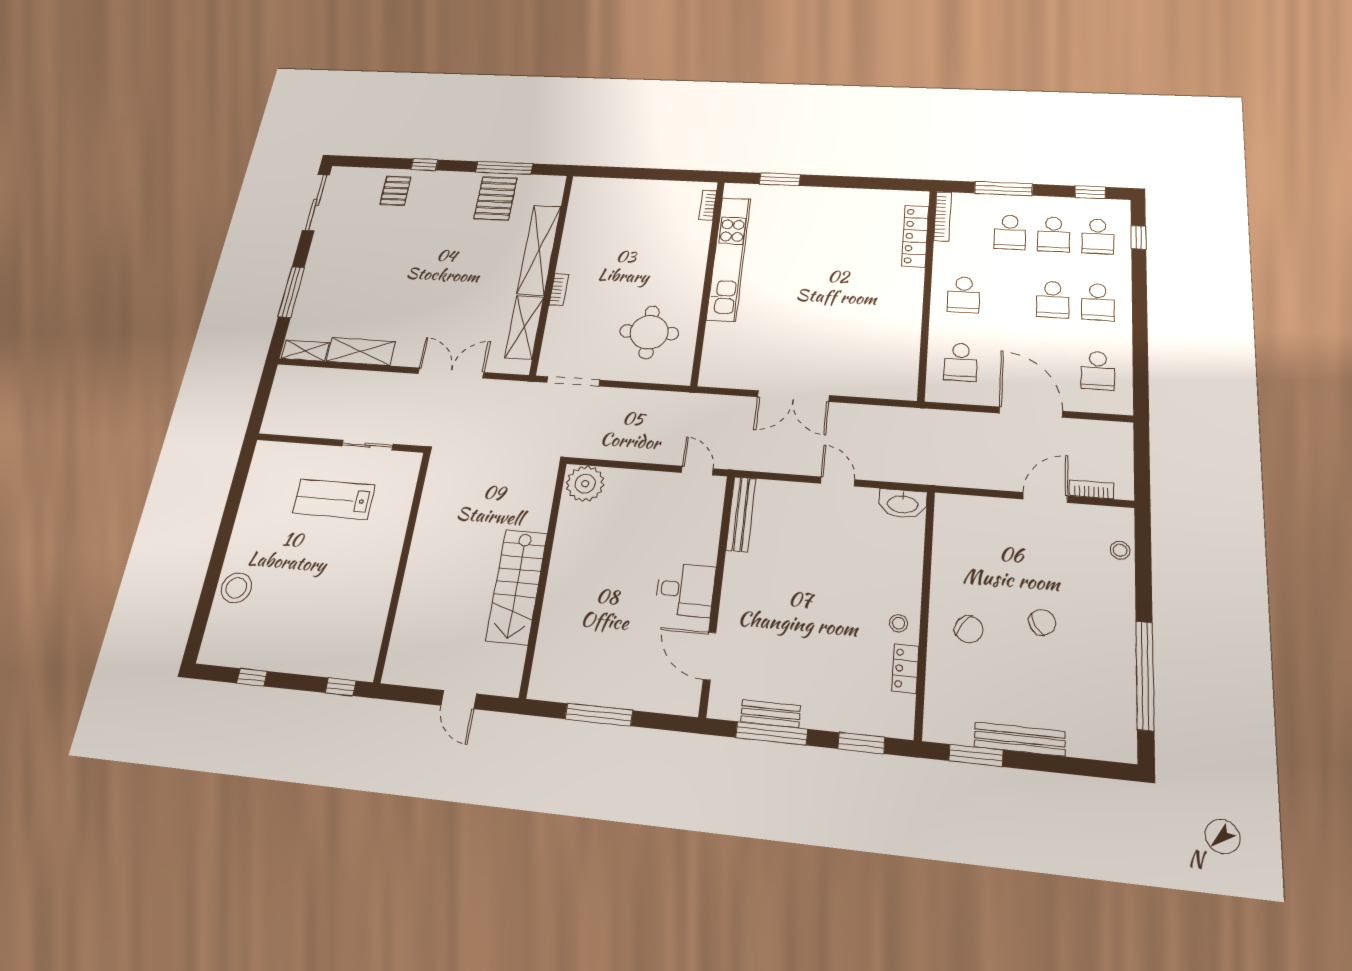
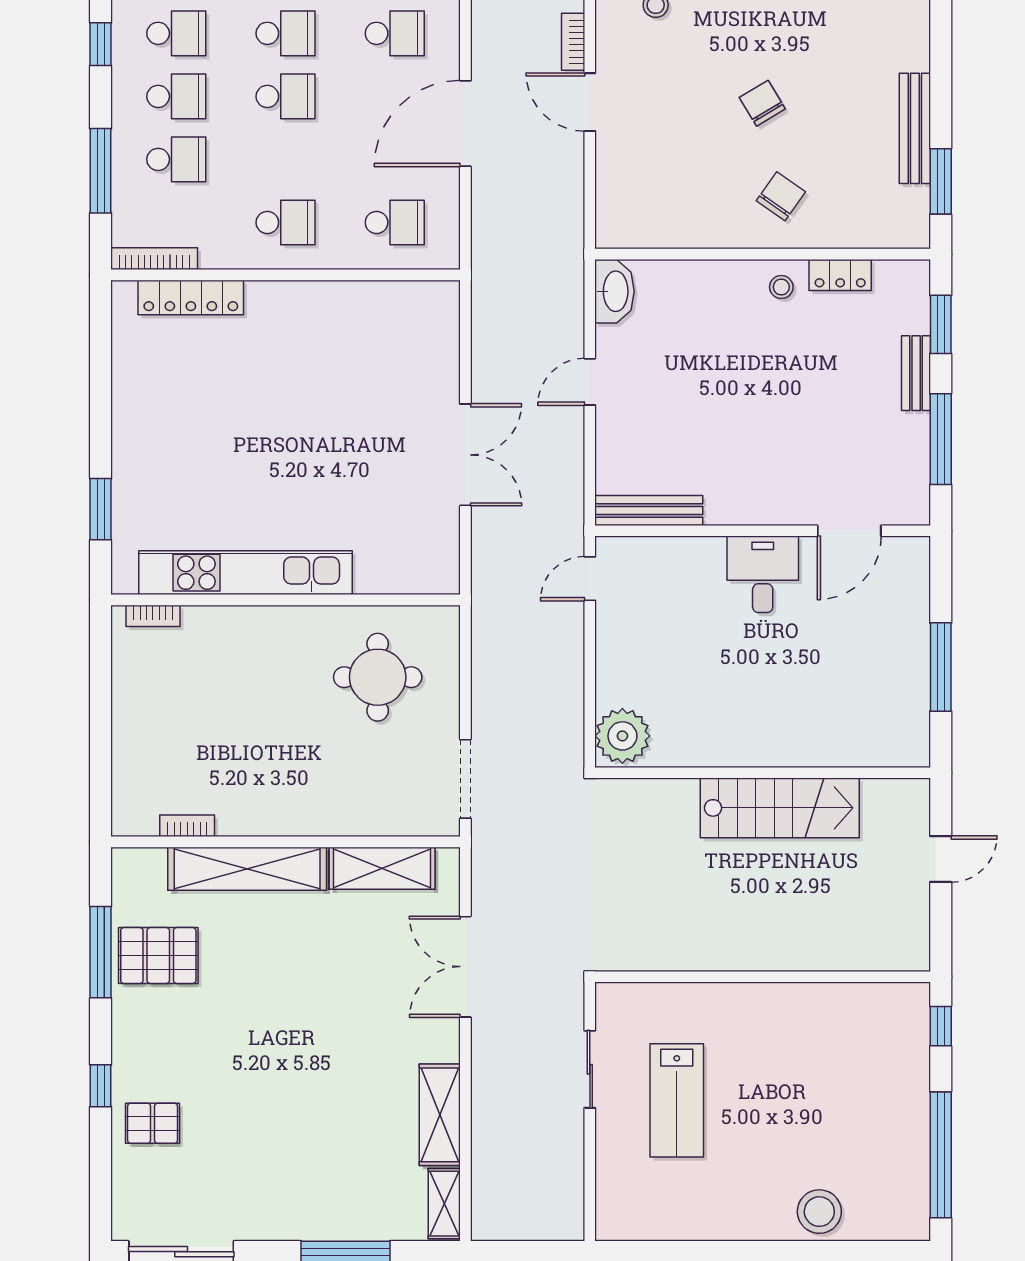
bookcase: (559, 290) -> (187, 826), moved
window: (252, 677) -> (941, 1155), width x3.17
bench: (770, 714) -> (916, 373), moved

